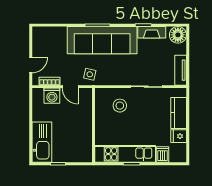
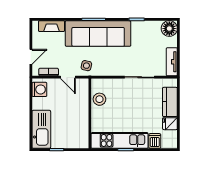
fireplace: (152, 32) -> (52, 26), moved
washing machine: (52, 96) -> (39, 89), moved, turned -90
stool: (120, 106) -> (99, 99), moved

